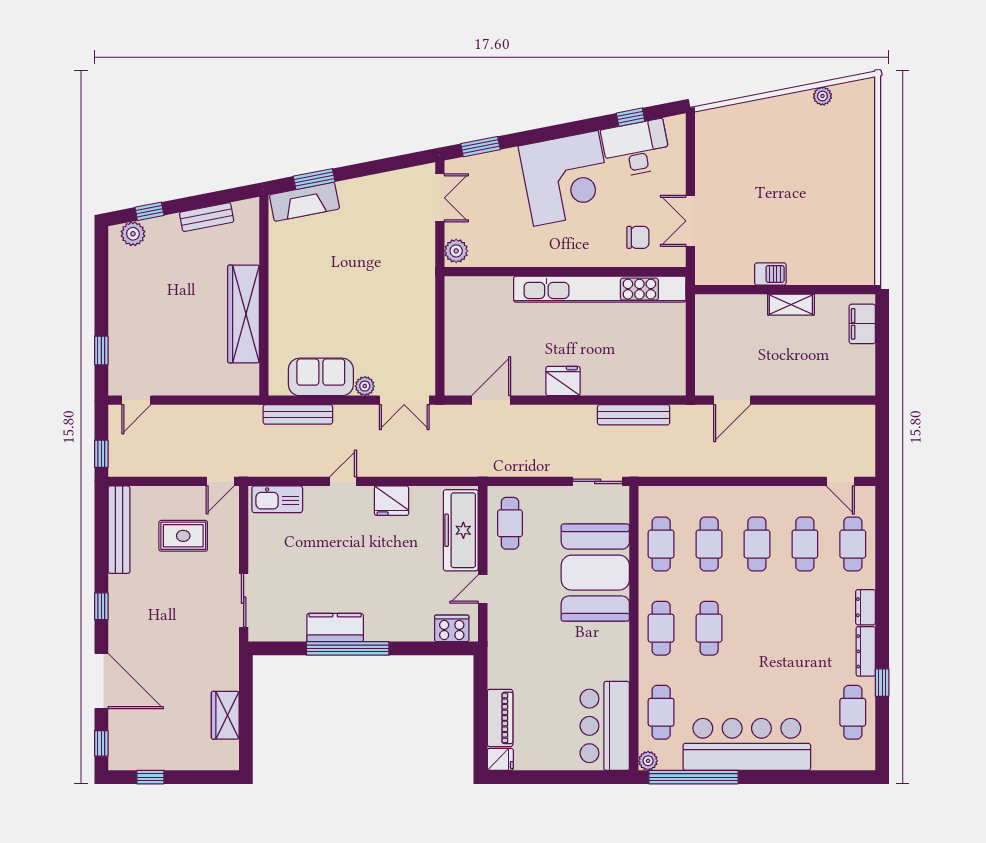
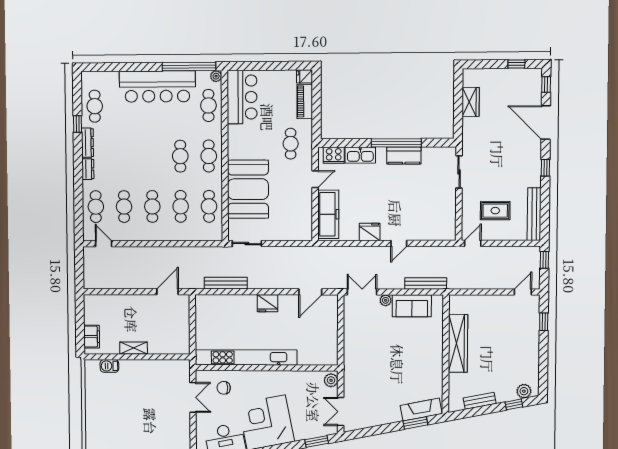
barbecue: (770, 274) -> (109, 366), moved
kitchen sink: (277, 499) -> (360, 155), moved, turned 180
cafe table: (510, 523) -> (291, 144), moved

